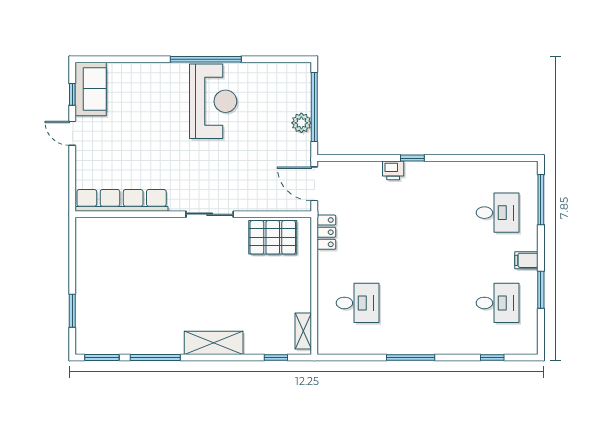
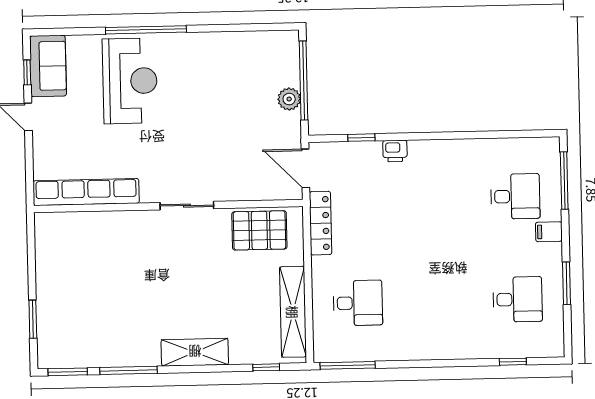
window: (206, 59) -> (146, 30), moved
reception desk: (213, 101) -> (130, 81), moved
window: (412, 158) -> (361, 138), moved
locker: (326, 232) -> (321, 223), width x1.53
filing cabinet: (526, 260) -> (549, 232), moved
shelving: (303, 331) -> (293, 312), width x2.20, depth x1.33
window: (411, 357) -> (348, 365), moved

